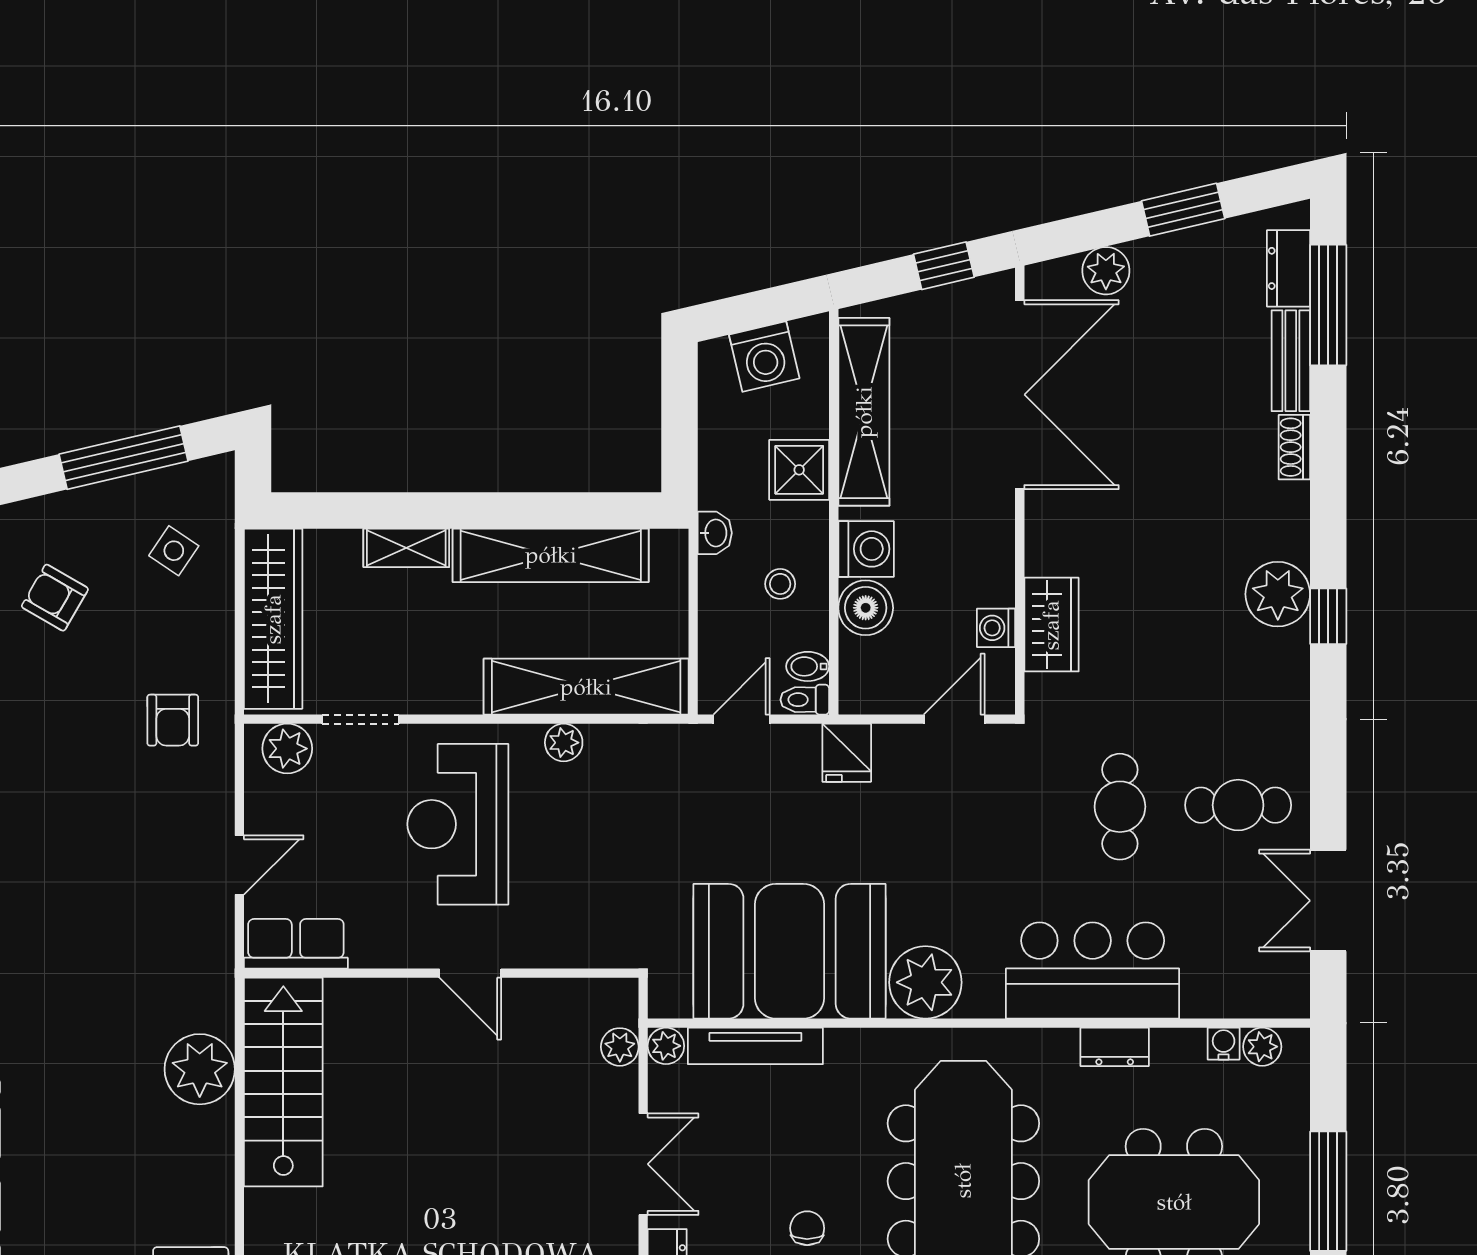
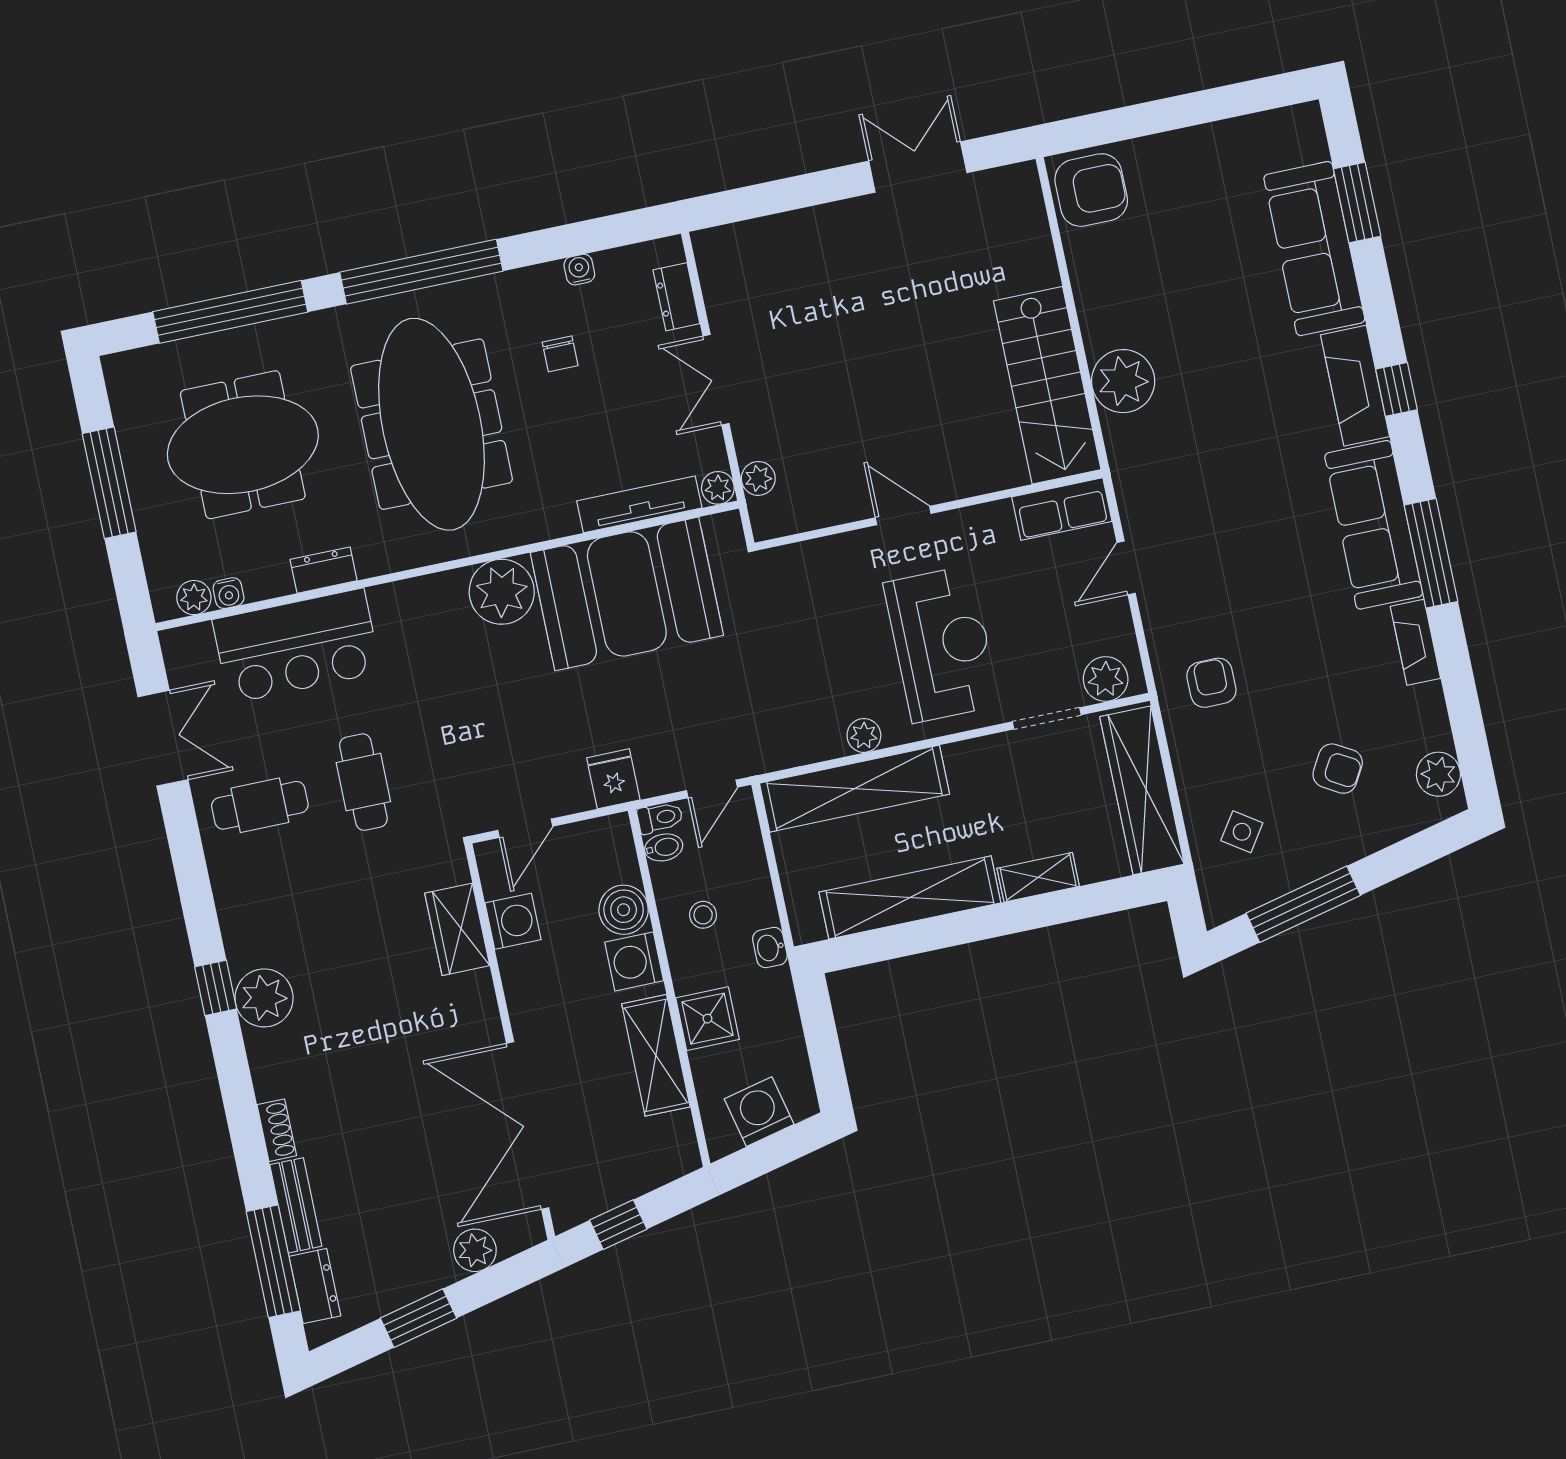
shelving: (864, 412) -> (656, 1055), width x0.68
washing machine: (996, 628) -> (513, 921), width x1.38, depth x1.38
bar counter: (1093, 970) -> (297, 646), moved

